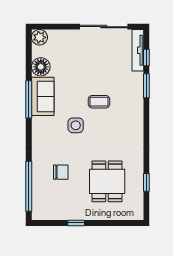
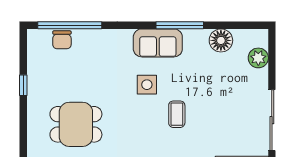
plant: (39, 37) -> (258, 58), moved
sofa: (43, 96) -> (158, 43), moved
chair: (61, 172) -> (62, 40), moved

